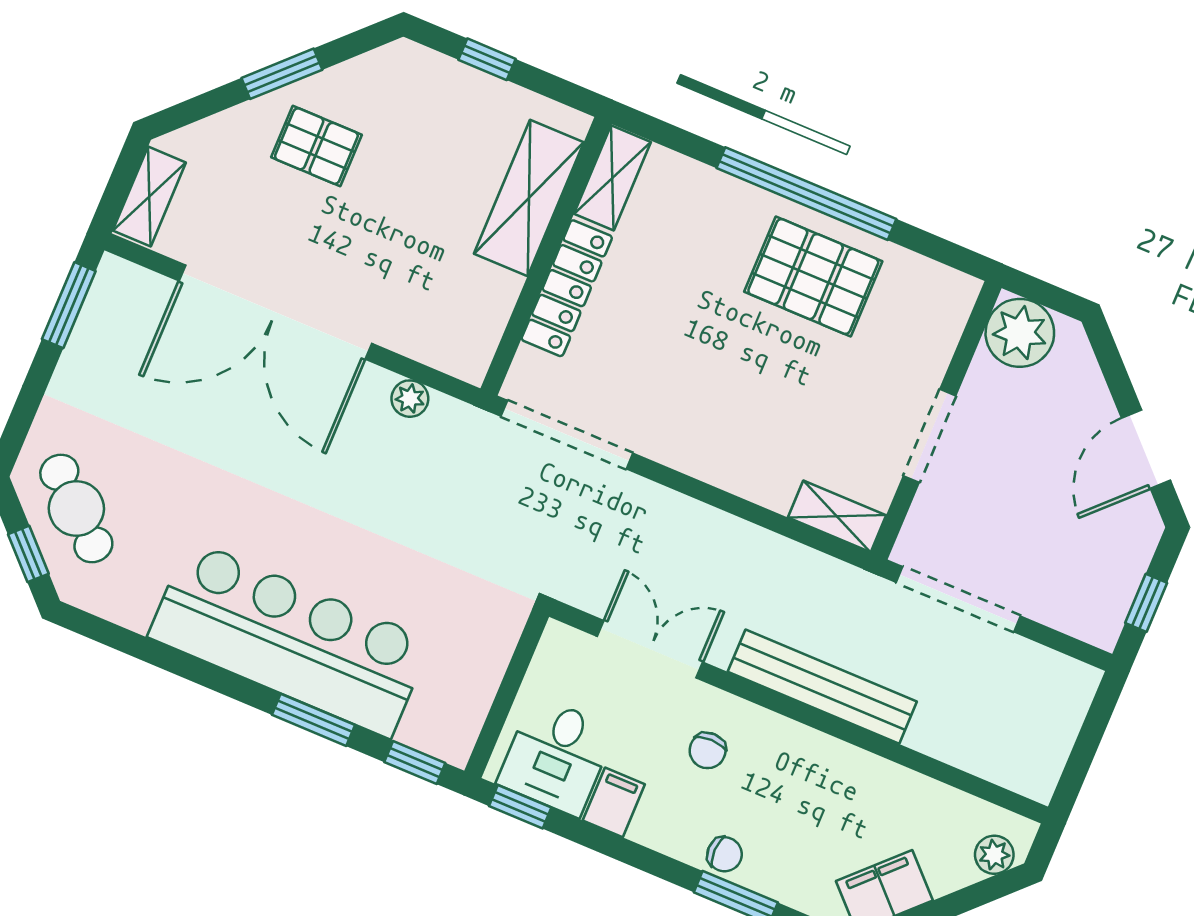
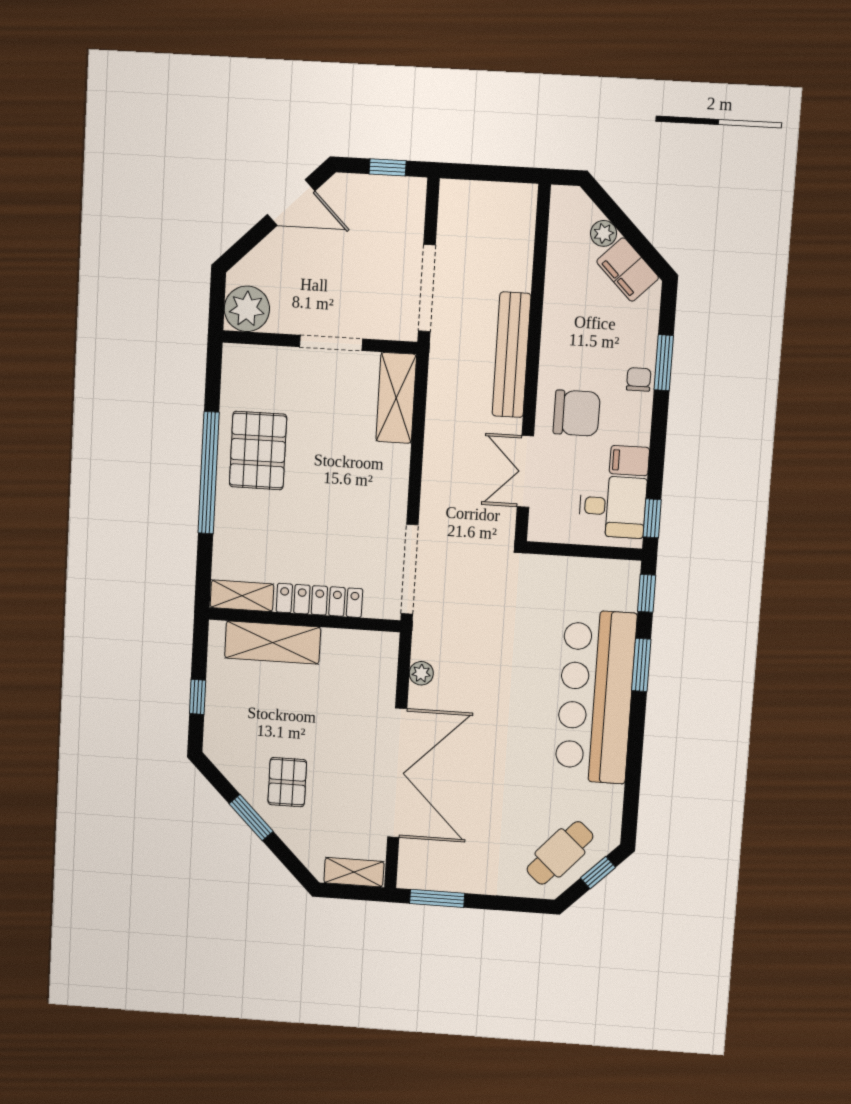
shelving: (837, 516) -> (396, 398), width x1.50, depth x1.33
chair: (708, 750) -> (577, 413), width x1.87, depth x1.87
plant: (994, 855) -> (604, 233), moved

